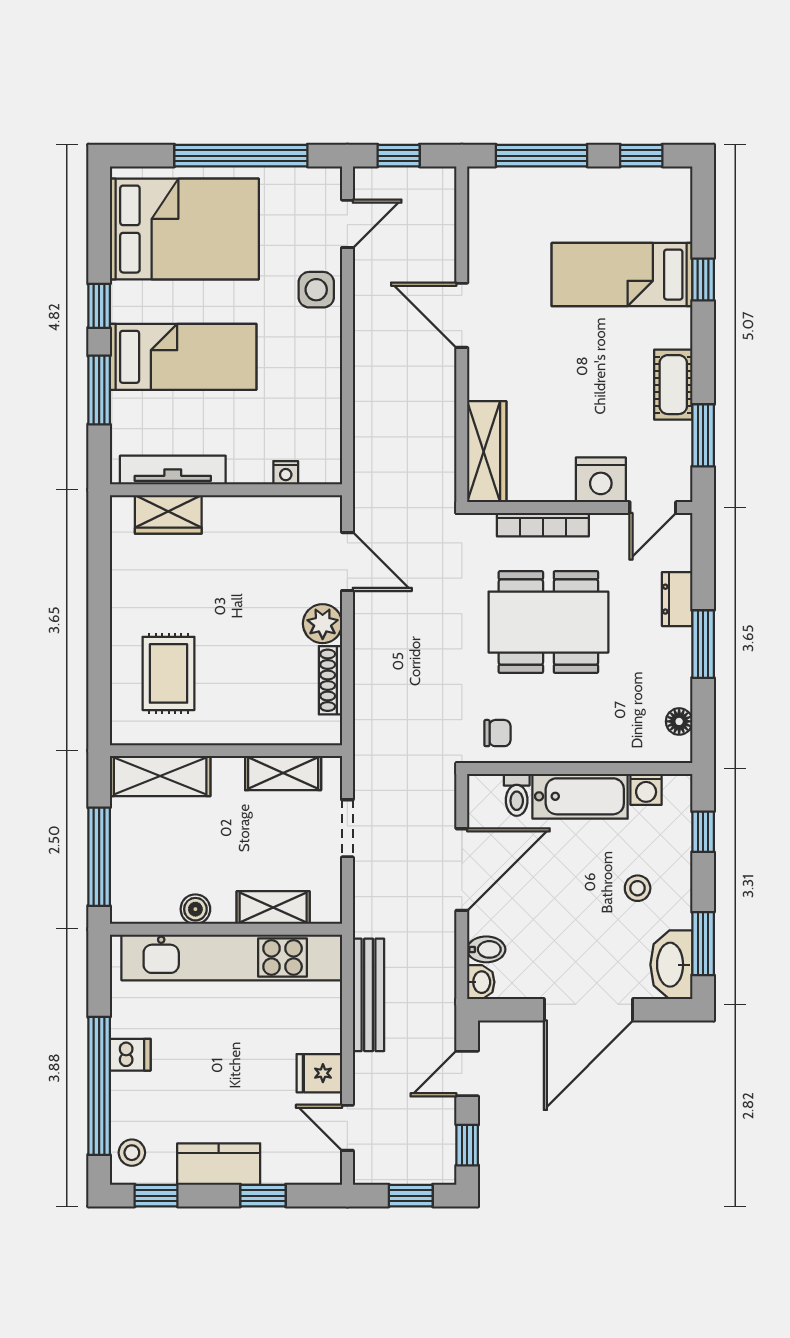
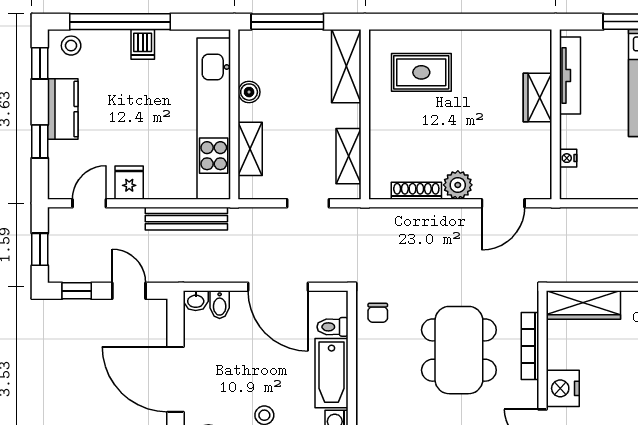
wardrobe: (168, 514) -> (538, 97), moved

